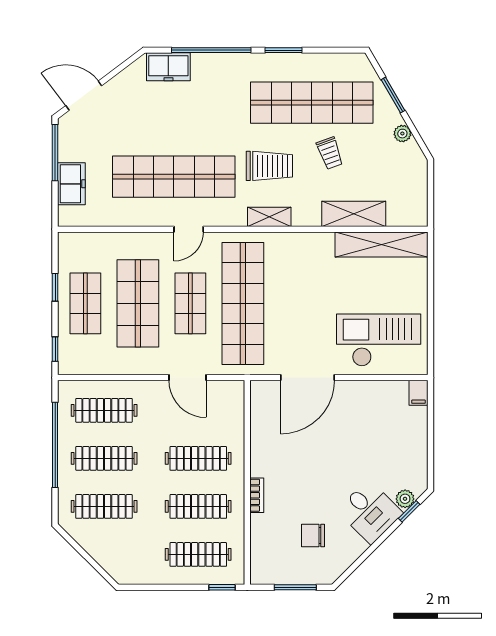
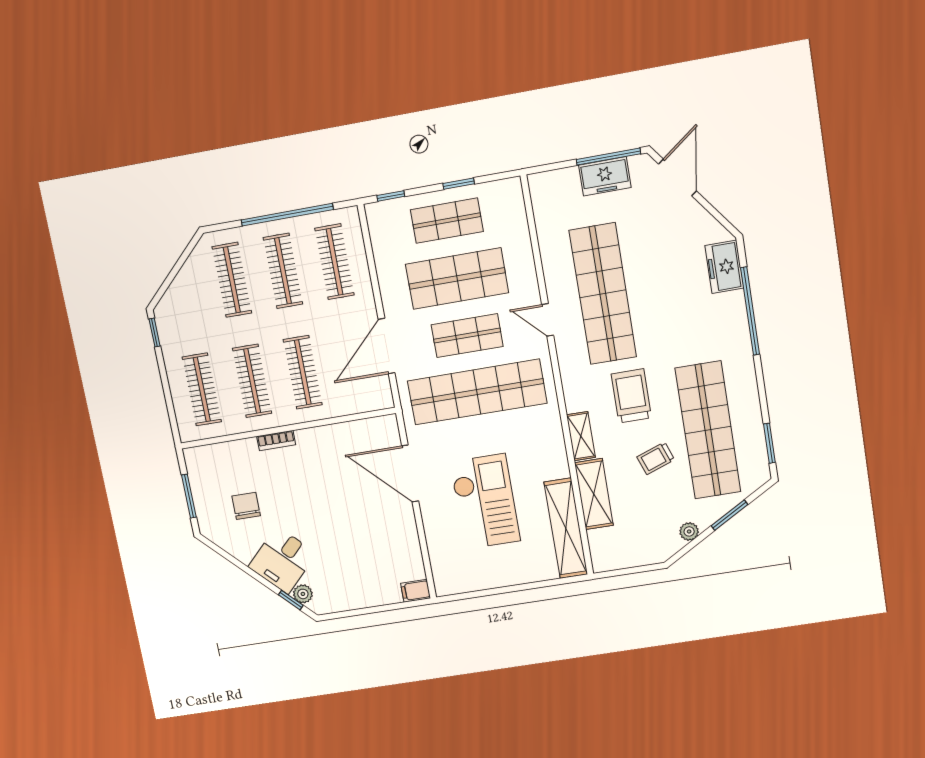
window: (284, 50) -> (769, 443), moved
trolley: (269, 166) -> (631, 396), turned 180
freezer: (71, 184) -> (605, 176), moved
shelving: (269, 217) -> (581, 436), moved
checkout: (379, 340) -> (485, 501), moved
door: (187, 378) -> (387, 346), width x1.36
window: (222, 587) -> (155, 332), moved

